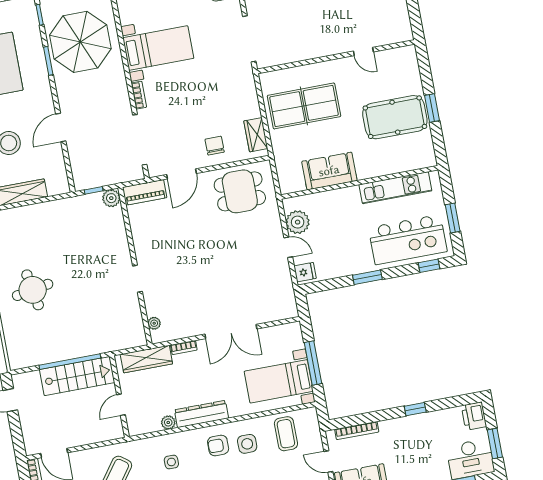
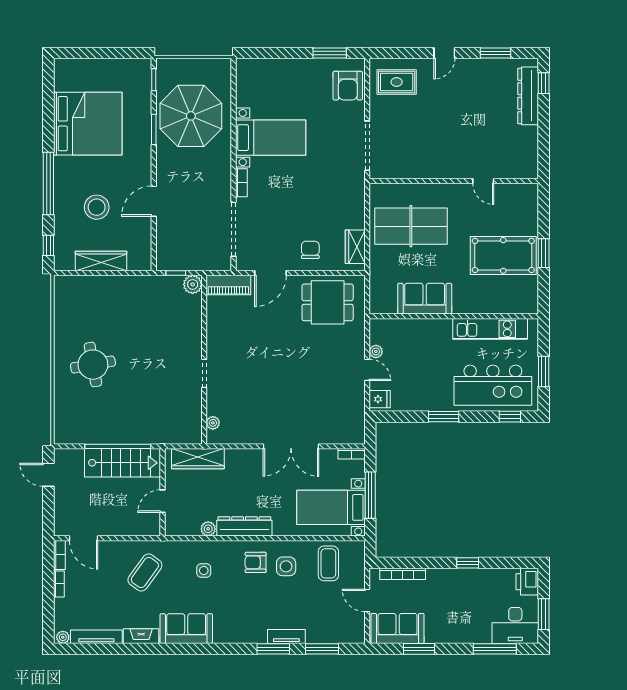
plant: (298, 222) -> (376, 351), width x0.53, depth x0.53
bookcase: (184, 347) -> (352, 454), moved

